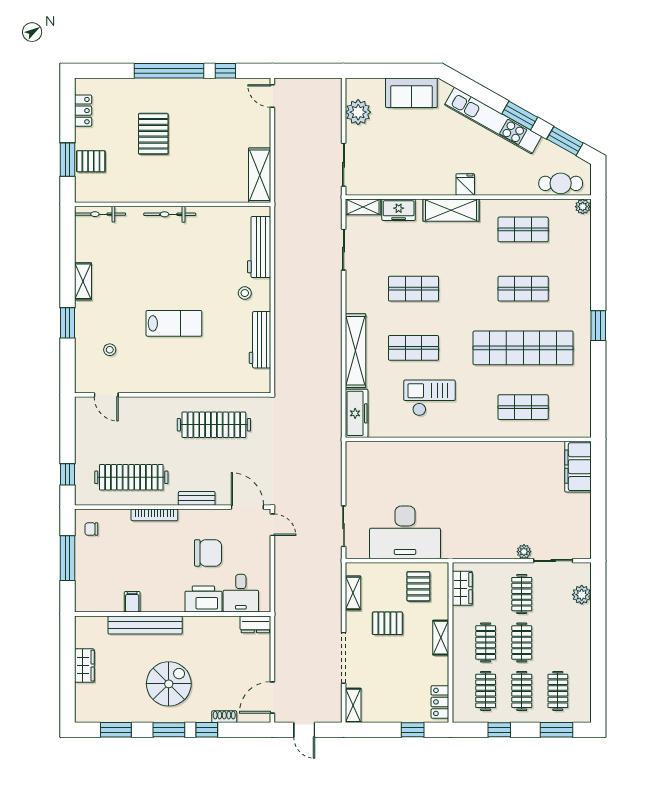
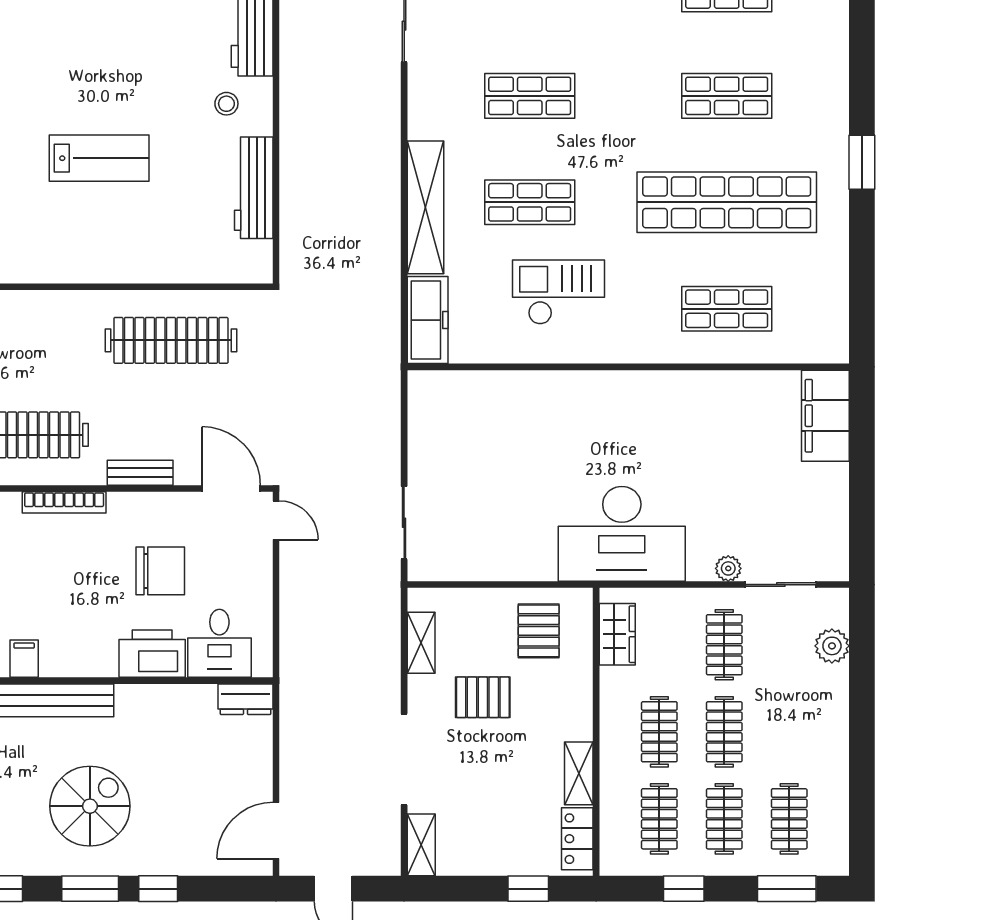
desk: (405, 532) -> (622, 534), moved
shelving: (441, 638) -> (579, 773), moved
shoe rack: (224, 717) -> (190, 865), removed

